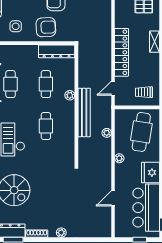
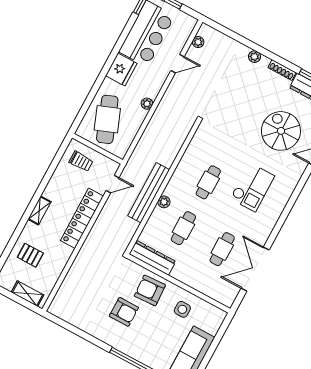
bench: (84, 112) -> (149, 193), moved
cafe table: (141, 132) -> (107, 119), turned -30
plant: (107, 133) -> (198, 42), moved

